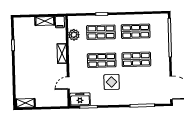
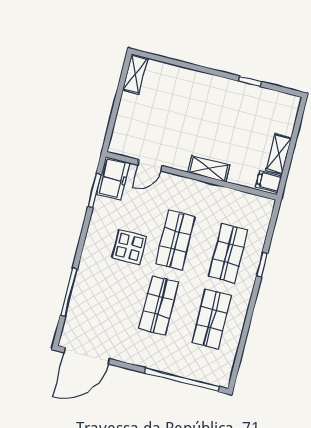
plant: (74, 35) -> (238, 201), removed
door: (68, 83) -> (150, 165), swing flipped

